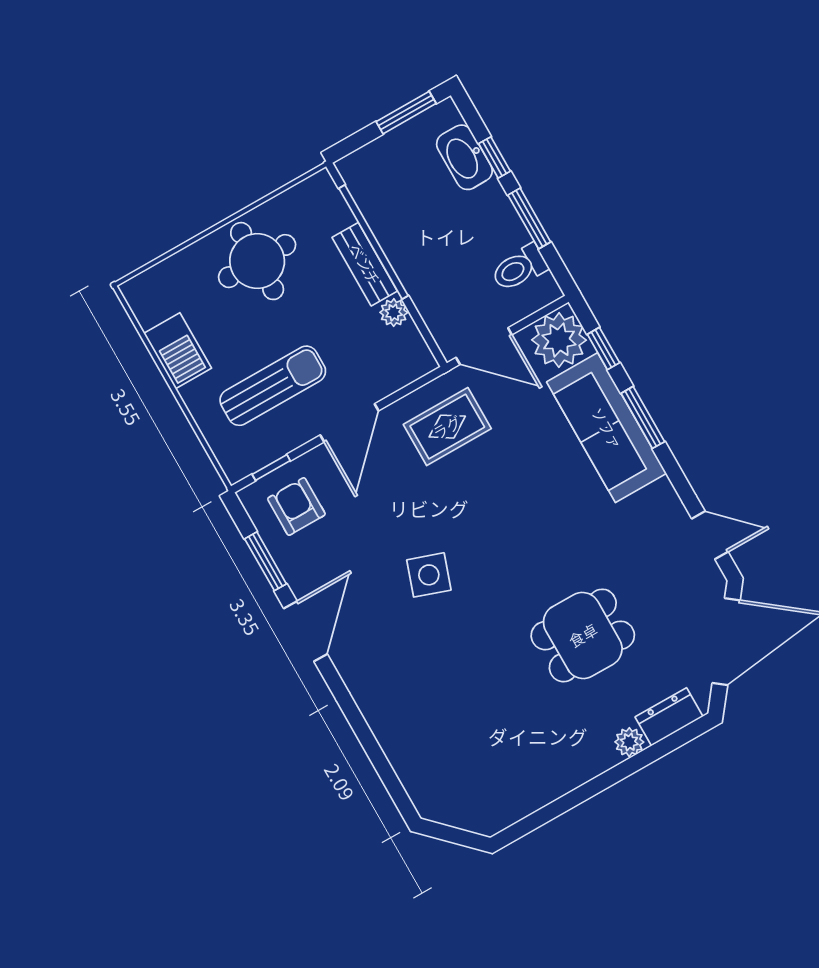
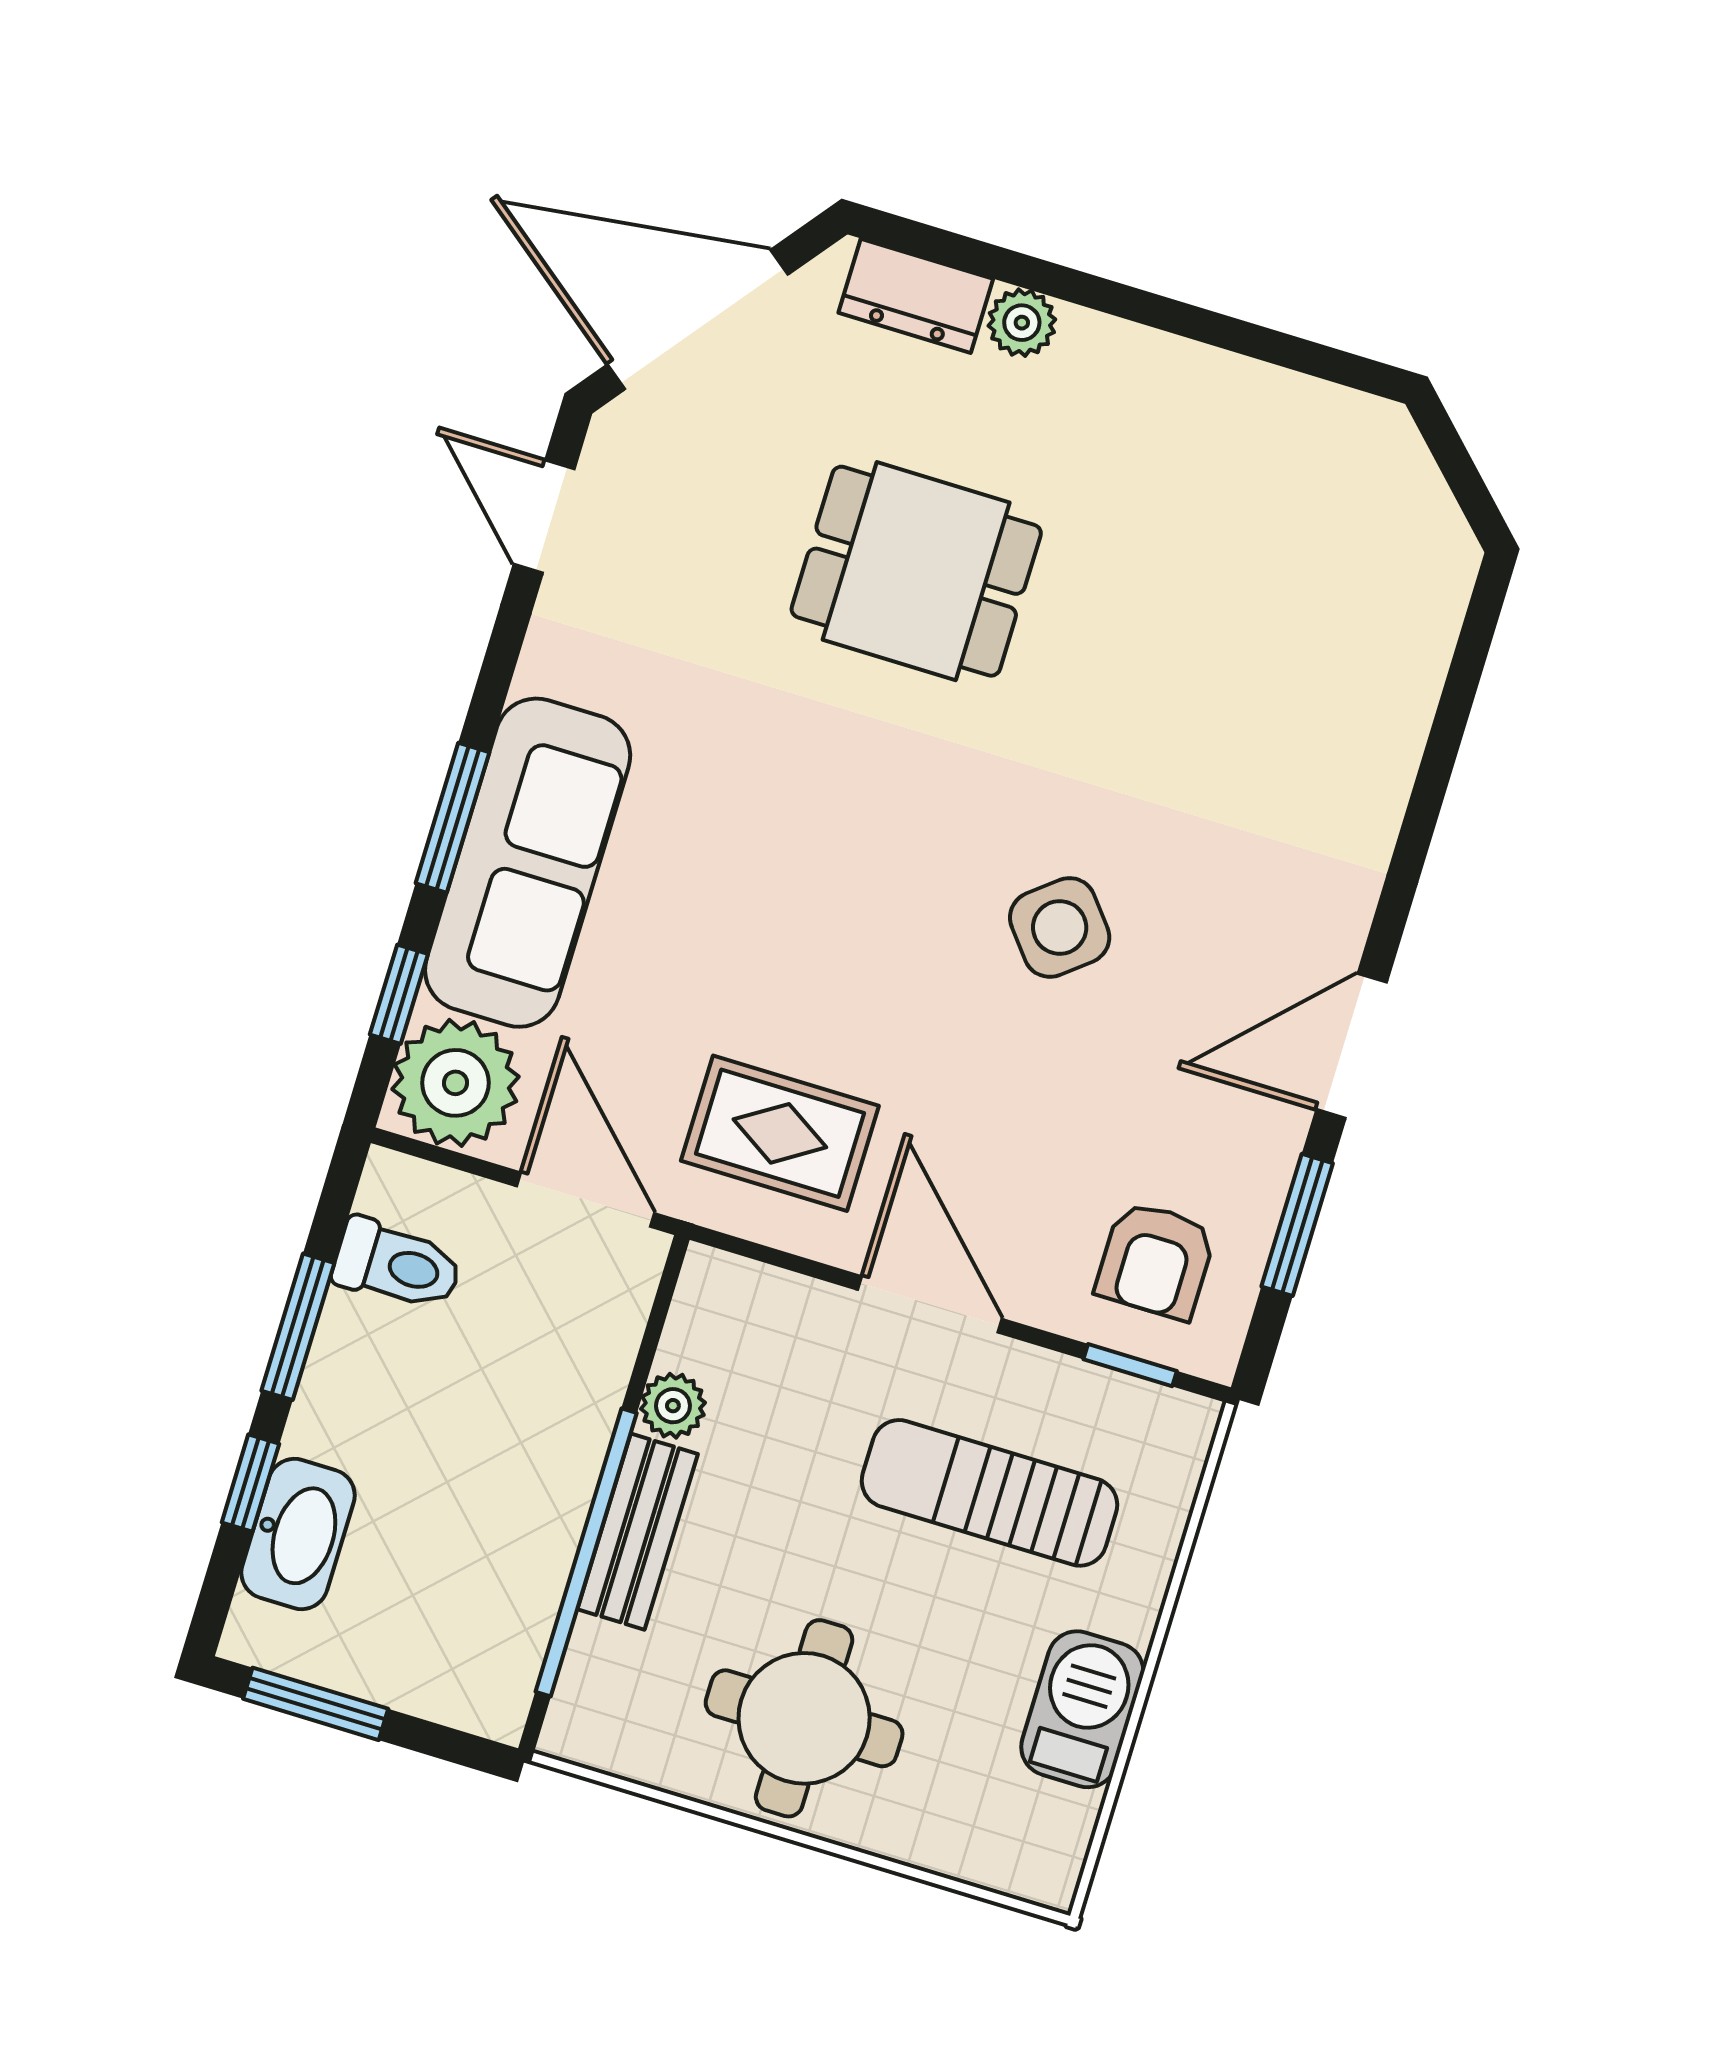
door: (349, 423) -> (930, 1304), hinge flipped
side table: (429, 575) -> (1060, 927), turned 32

